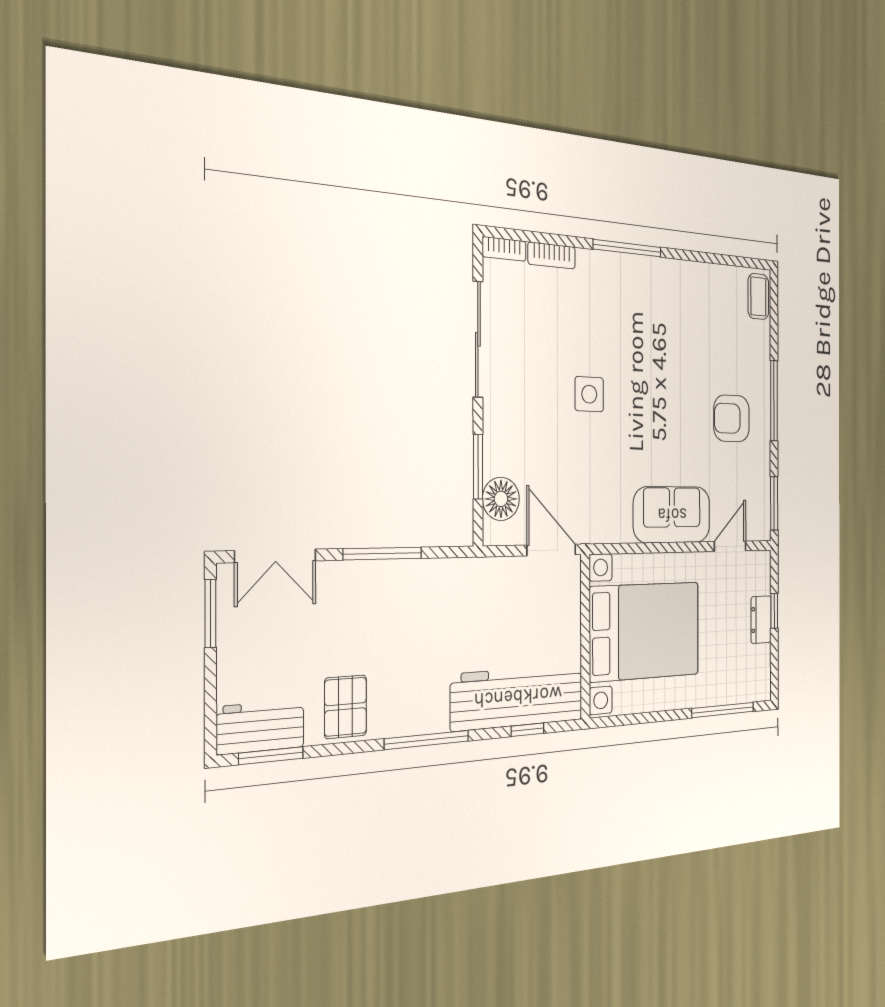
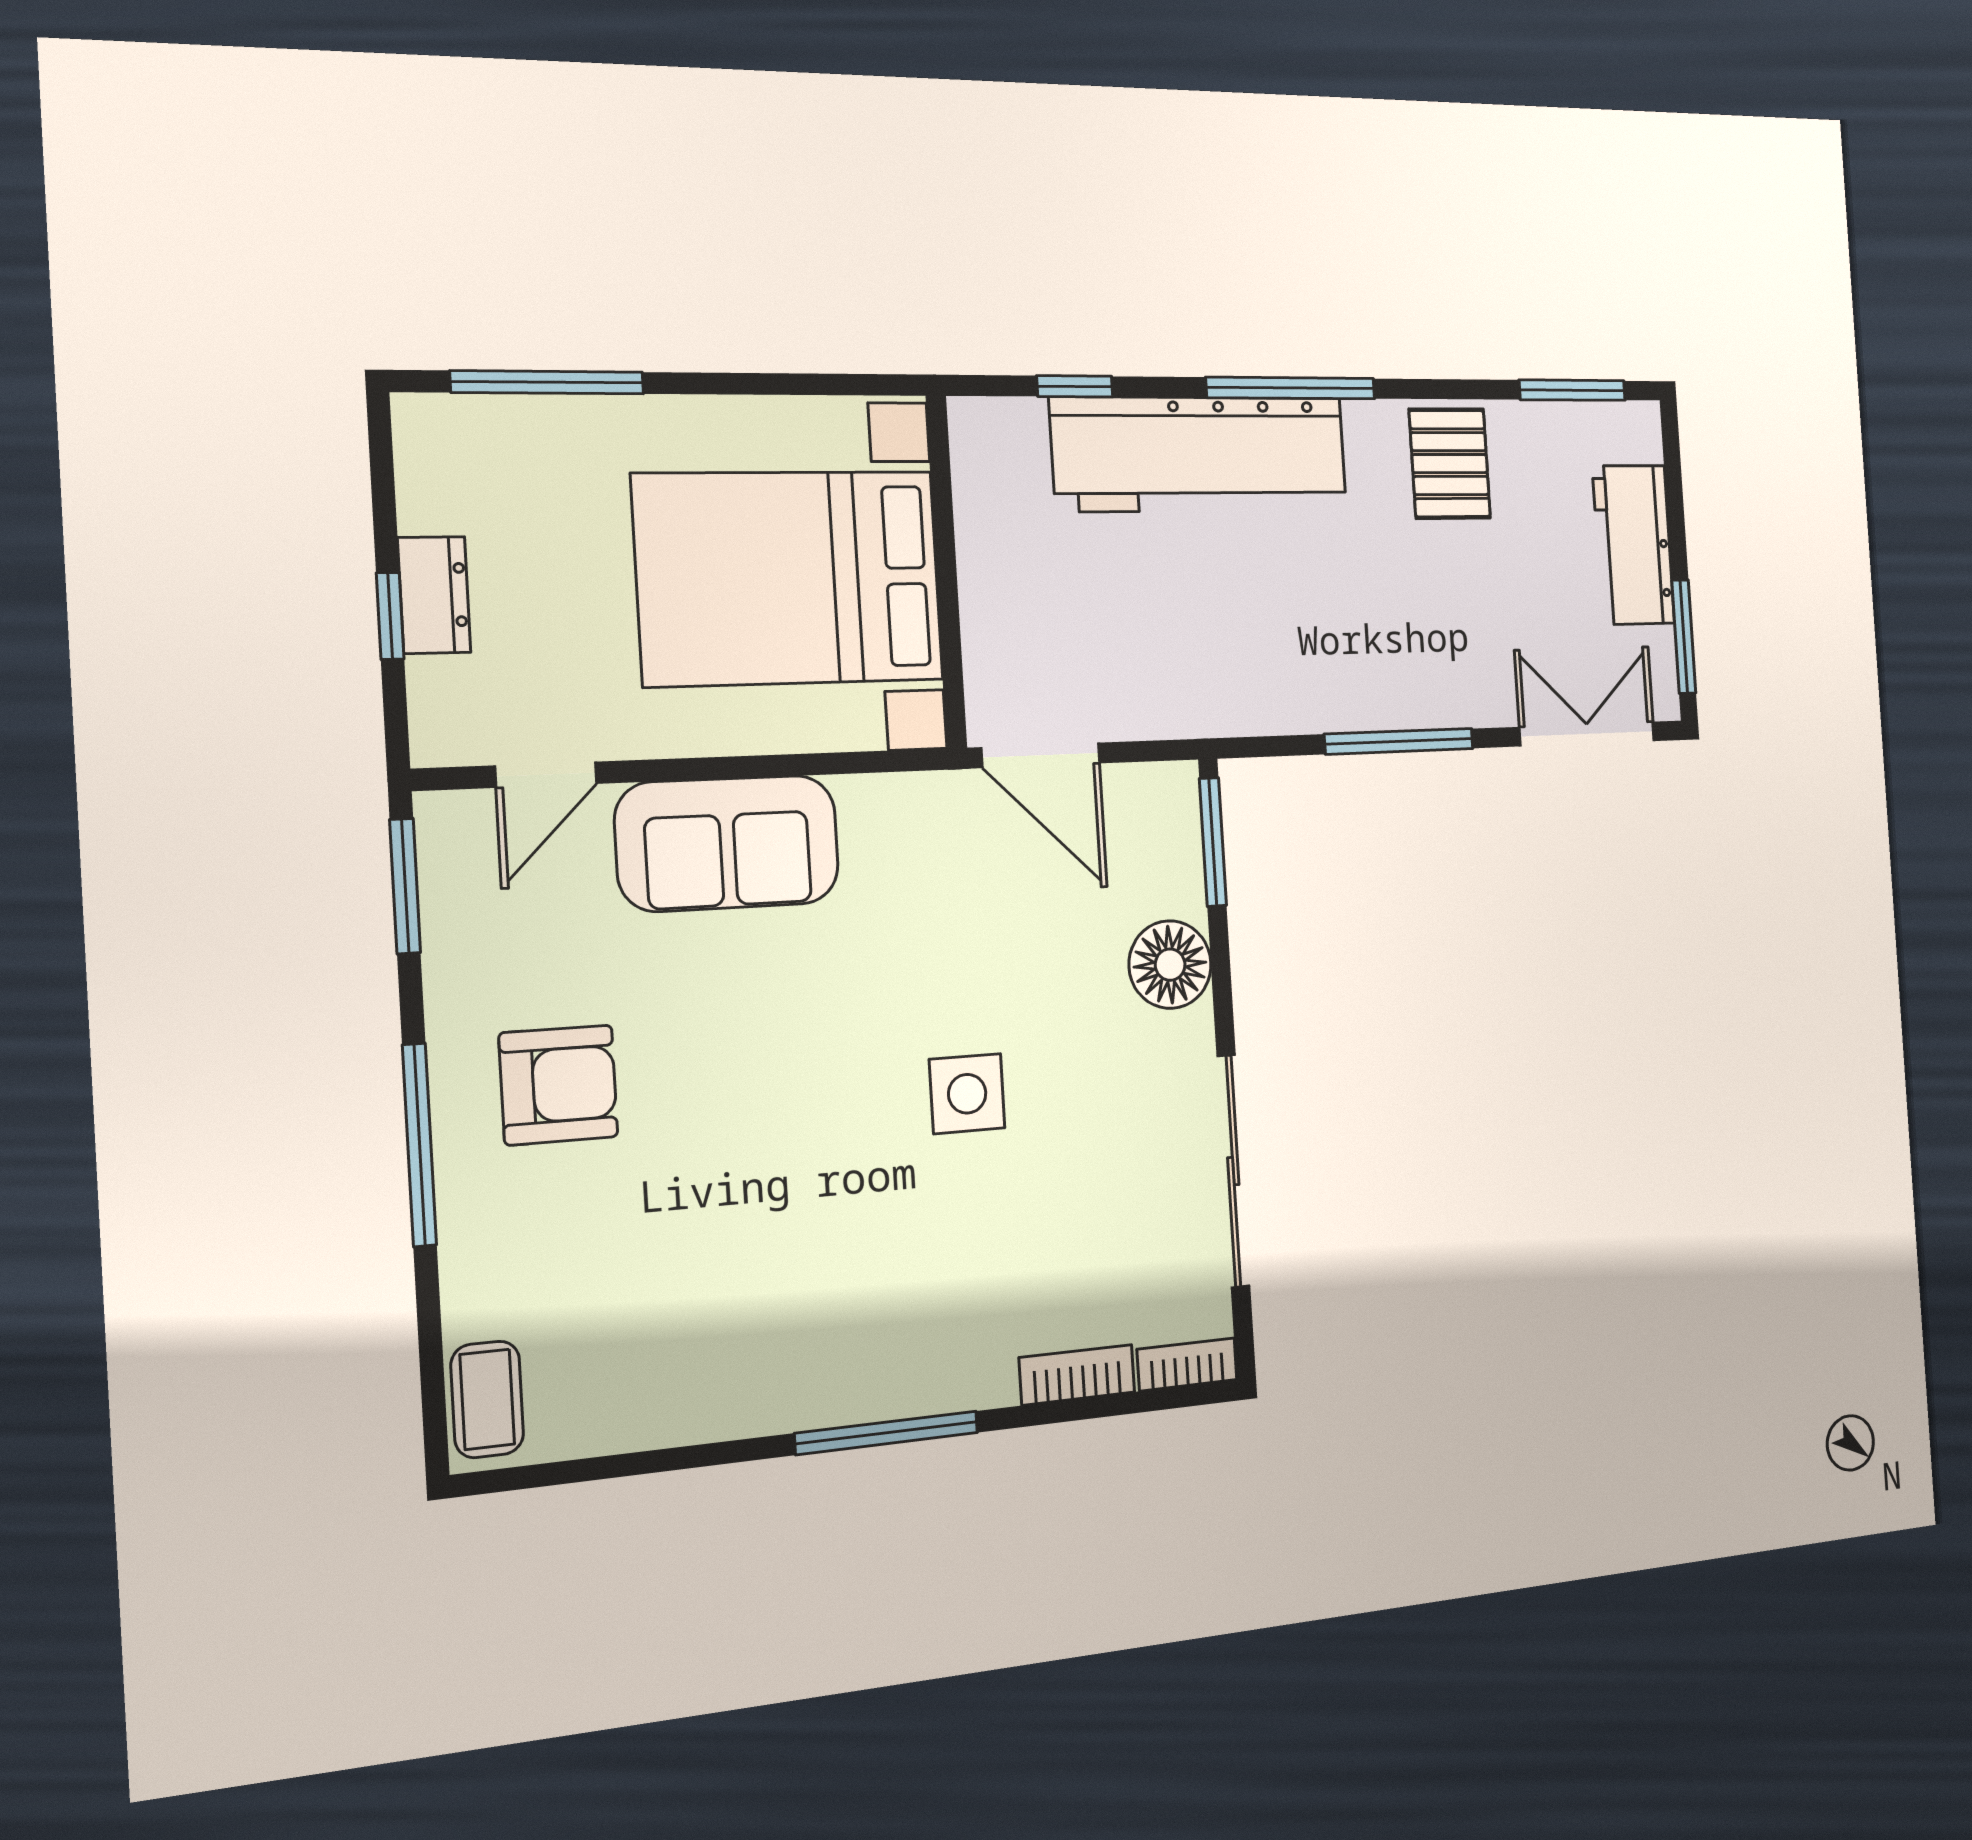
window: (478, 467) -> (1213, 842), moved
floor lamp: (501, 499) -> (1170, 965), moved
workbench: (518, 697) -> (1200, 454), moved
workbench: (260, 727) -> (1633, 545), moved, turned 90

